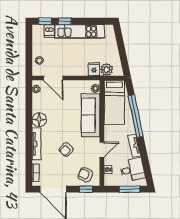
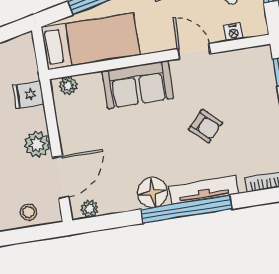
plant: (107, 70) -> (37, 144), moved
sofa: (91, 115) -> (138, 85), width x0.73
window: (29, 134) -> (186, 209), added
armchair: (85, 175) -> (252, 77), removed

